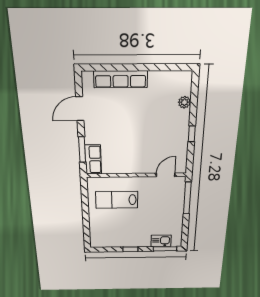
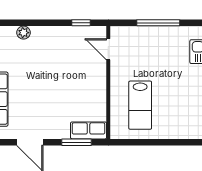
window: (192, 134) -> (81, 23), moved
window: (187, 198) -> (158, 23), moved

